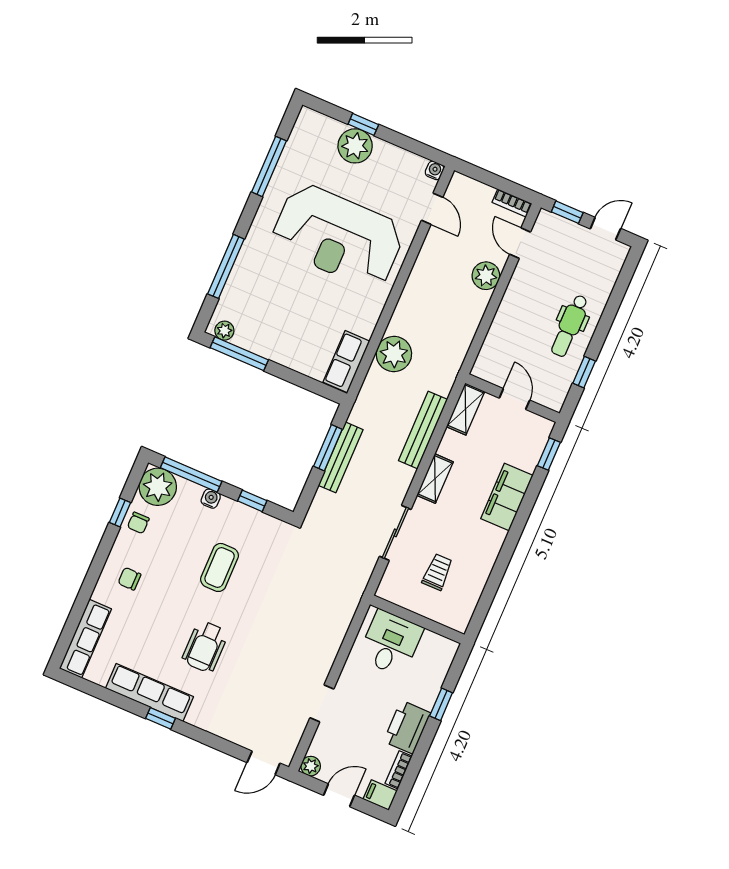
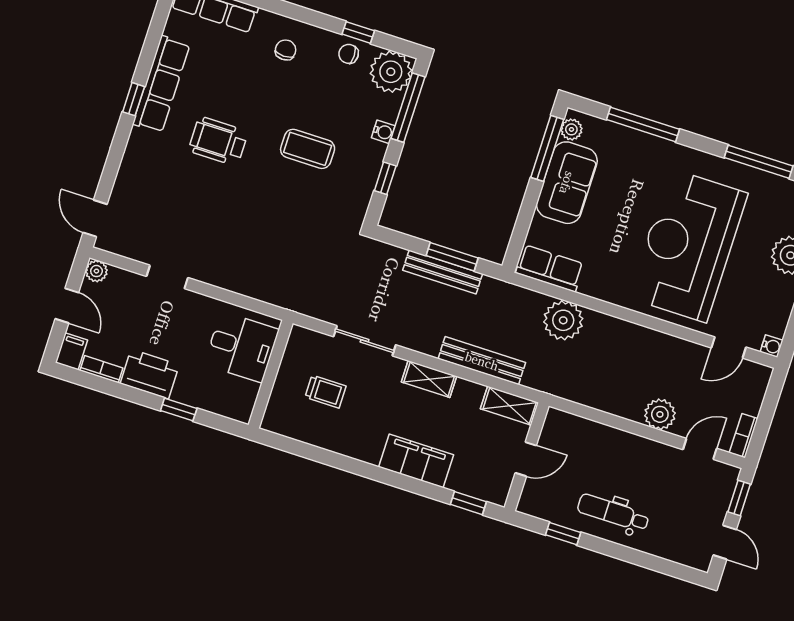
sofa: (272, 339) -> (567, 183), added

